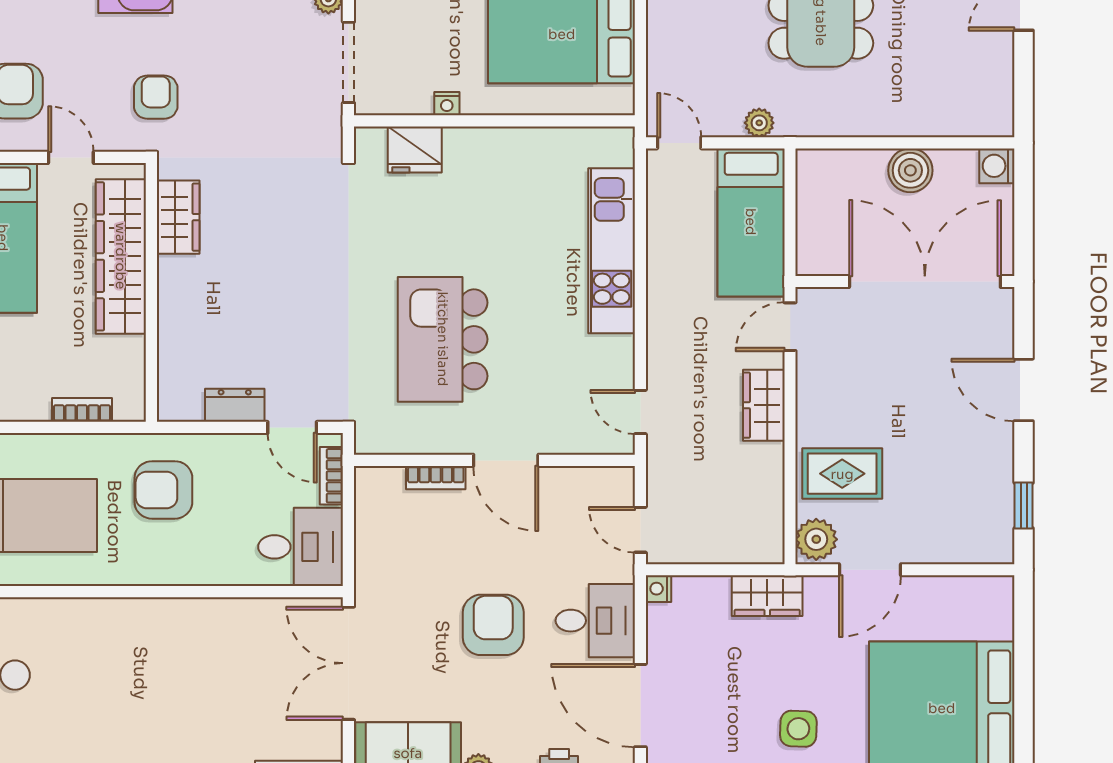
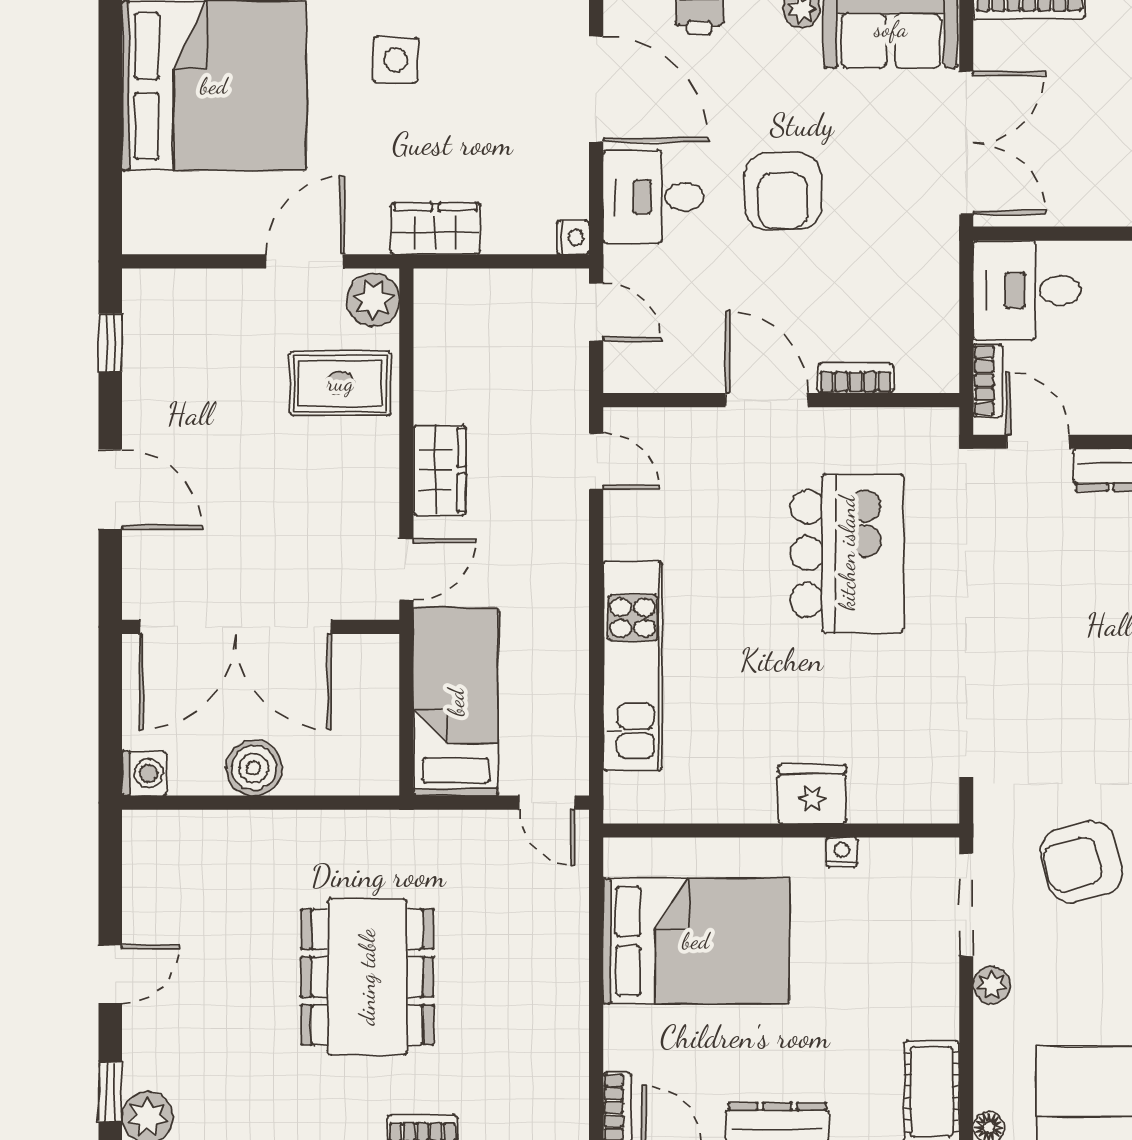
armchair: (258, 96) -> (1081, 862), added
plant: (759, 123) -> (445, 828), removed
fridge: (415, 149) -> (812, 794), moved

